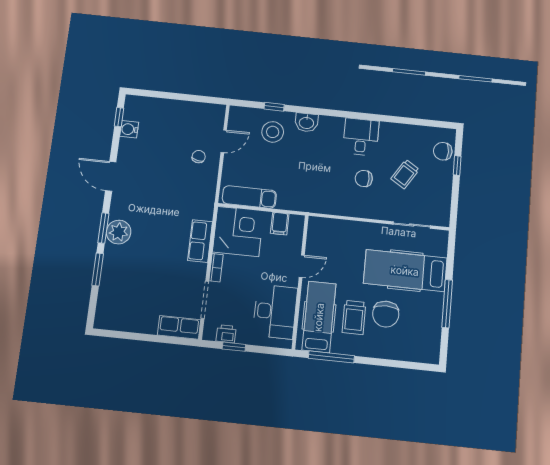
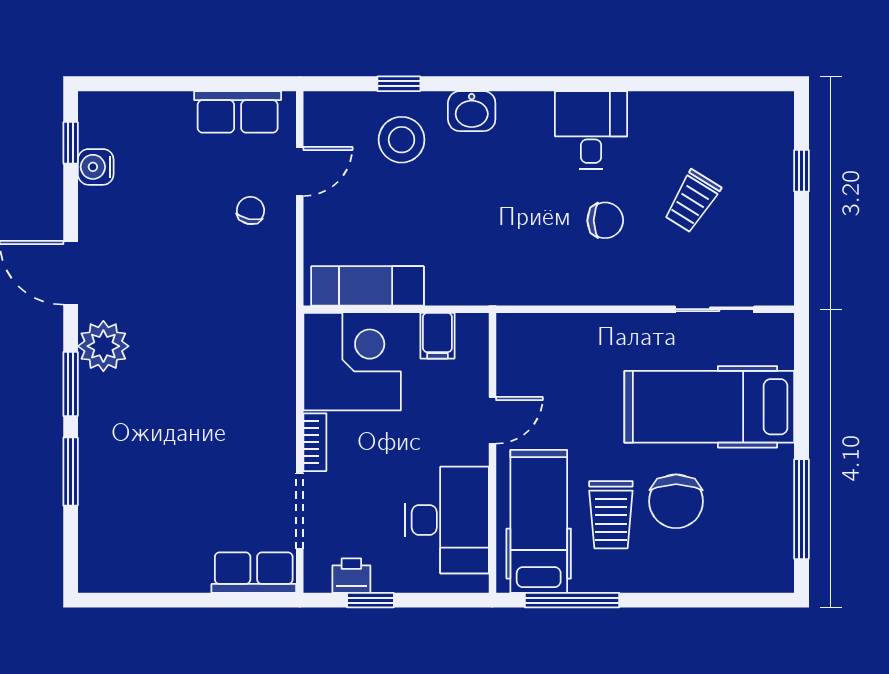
chair: (443, 151) -> (769, 143), removed
chair: (364, 178) -> (605, 220), turned 180
plant: (119, 232) -> (103, 346), moved
row of seats: (200, 241) -> (238, 112), moved, turned -90
window: (447, 304) -> (802, 509), moved

